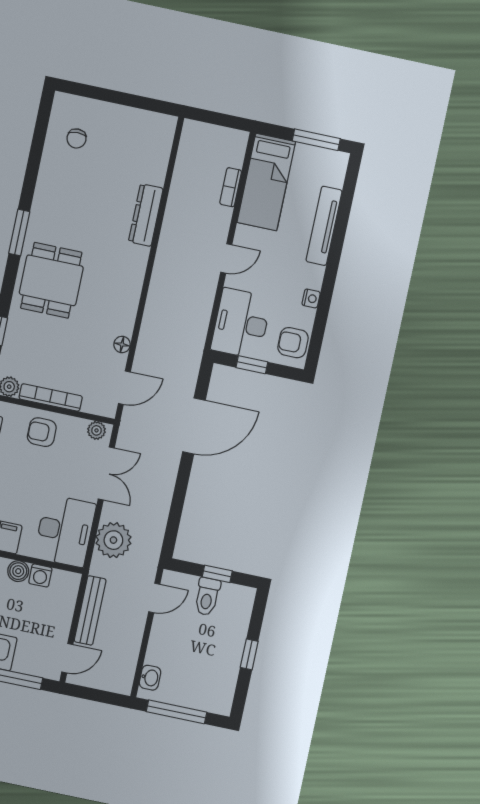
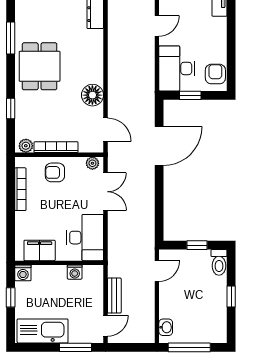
nightstand: (311, 298) -> (221, 41), removed
armchair: (293, 343) -> (215, 74), turned 90
floor lamp: (122, 344) -> (92, 95), width x1.89, depth x1.89
door: (124, 388) -> (105, 130), hinge flipped
plant: (113, 540) -> (120, 237), removed
boiler: (18, 571) -> (59, 272), removed
toilet: (207, 596) -> (219, 262), moved
bench: (90, 610) -> (114, 296), width x0.73

